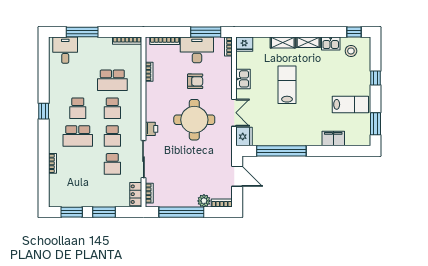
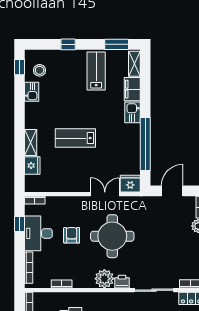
window: (206, 32) -> (20, 224), width x0.46
shelving: (308, 42) -> (134, 64), moved
fridge: (244, 44) -> (32, 166), moved
kitchen sink: (243, 79) -> (133, 112), moved, turned -90
plant: (154, 112) -> (104, 279), added

